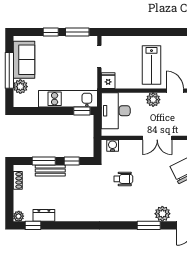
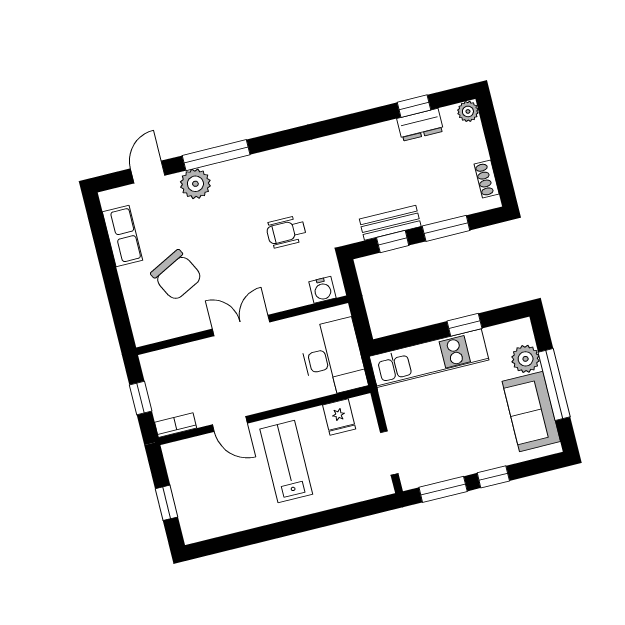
fridge: (108, 81) -> (339, 417), moved
plant: (153, 100) -> (267, 397), removed
window: (82, 111) -> (465, 325), moved
bench: (50, 171) -> (390, 223), moved
window: (33, 225) -> (414, 106), moved
window: (149, 225) -> (216, 155), width x1.44

